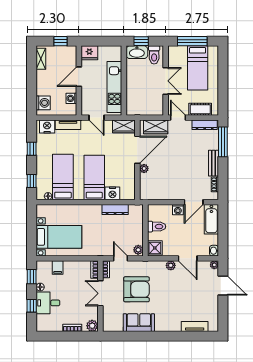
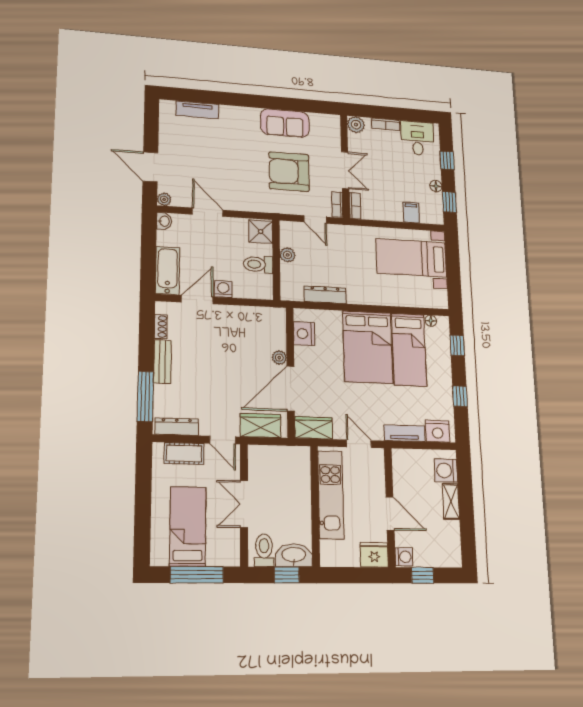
shelving: (41, 59) -> (451, 501), moved
door: (79, 77) -> (390, 513), hinge flipped
washing machine: (71, 98) -> (404, 557), moved
bed: (94, 177) -> (368, 347), width x1.50
nightstand: (112, 193) -> (304, 334), moved, turned -90
plant: (138, 250) -> (288, 255), moved
plant: (171, 265) -> (235, 203), removed
desk: (48, 303) -> (418, 138), moved, turned -90

